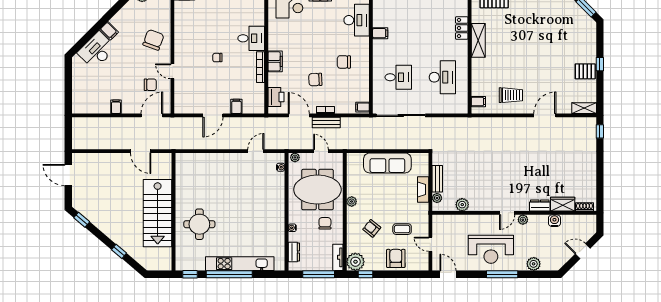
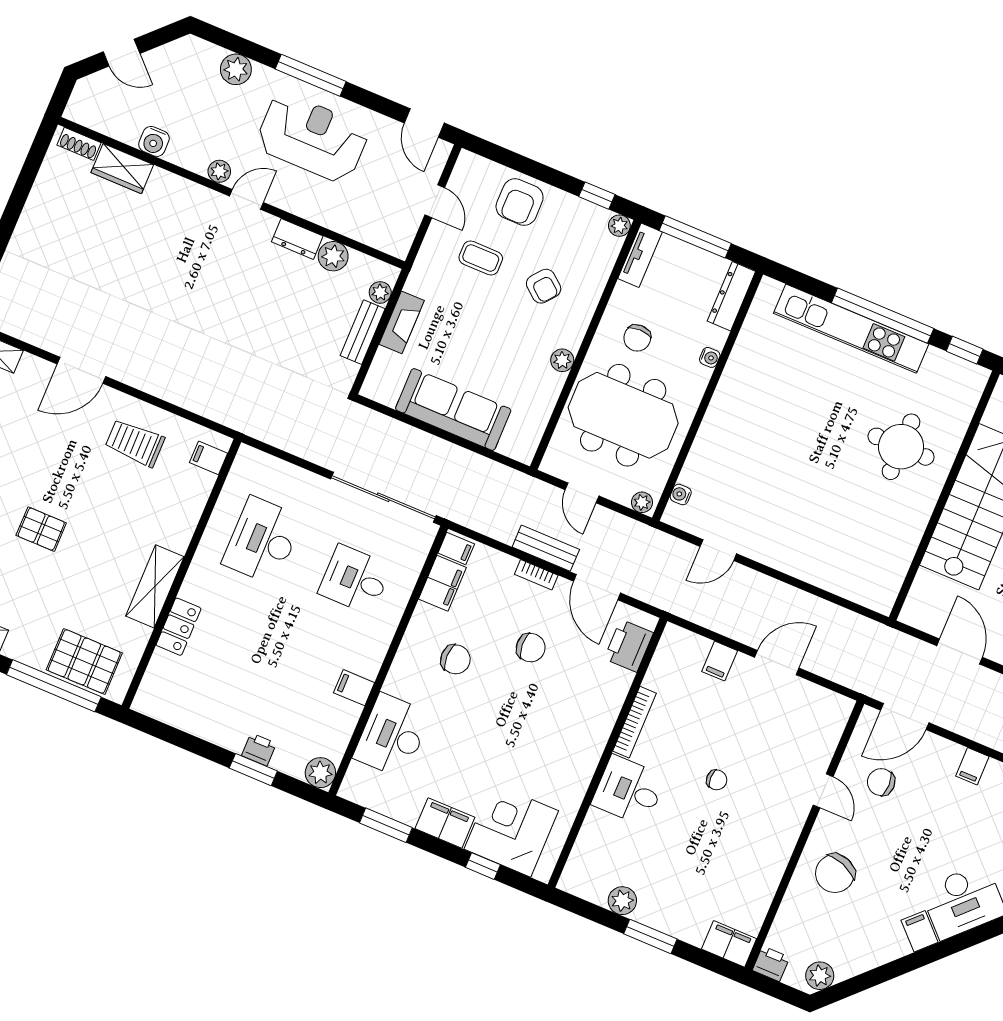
pallet: (534, 44) -> (41, 529), added
filing cabinet: (275, 61) -> (442, 583), moved, turned 180
dresser: (540, 206) -> (297, 239), moved
dresser: (294, 252) -> (731, 296), width x1.44
plant: (355, 262) -> (619, 226), width x0.53, depth x0.53

